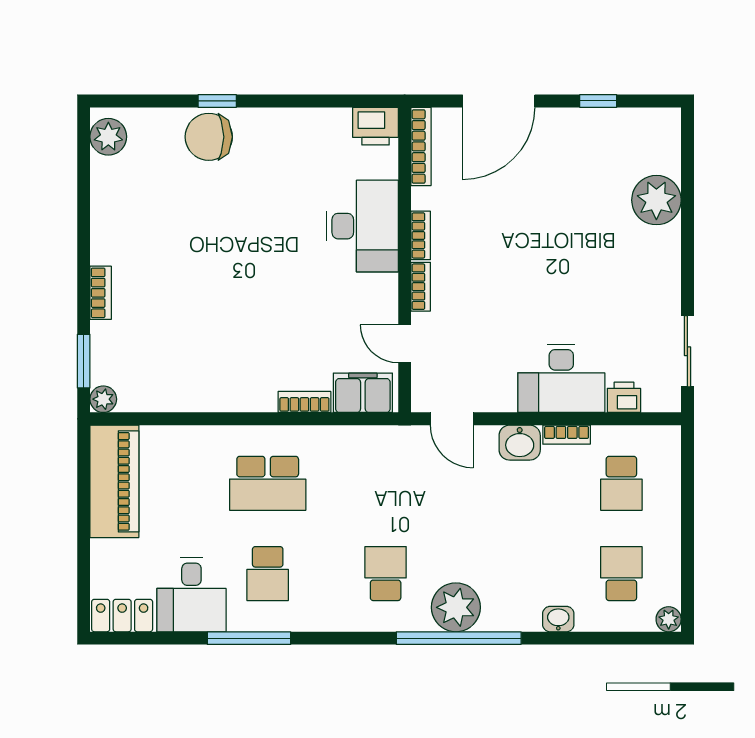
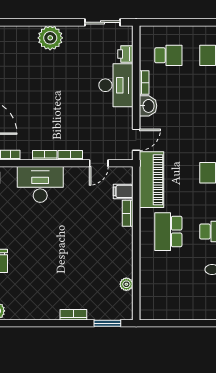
plant: (656, 200) -> (50, 38), moved
filing cabinet: (363, 393) -> (123, 191), width x0.50
plant: (103, 399) -> (126, 284), moved
piano: (114, 481) -> (151, 180), moved, turned 90
school desk: (268, 483) -> (168, 232), turned 180

